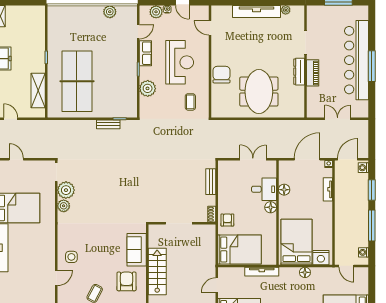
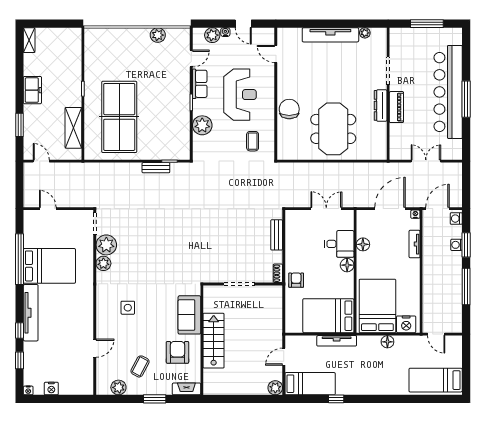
bed: (240, 250) -> (328, 316), moved, turned 180
washing machine: (364, 252) -> (456, 245), moved
side table: (71, 257) -> (128, 308), moved

